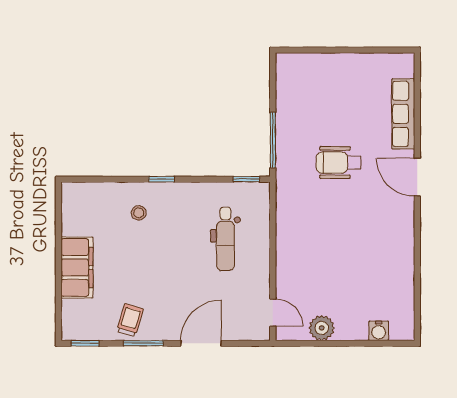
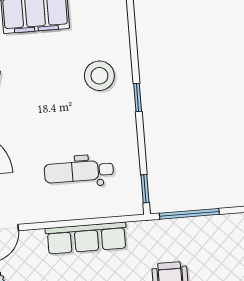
stool: (139, 213) -> (99, 76), width x1.89, depth x1.89
row of seats: (288, 237) -> (86, 238), added

